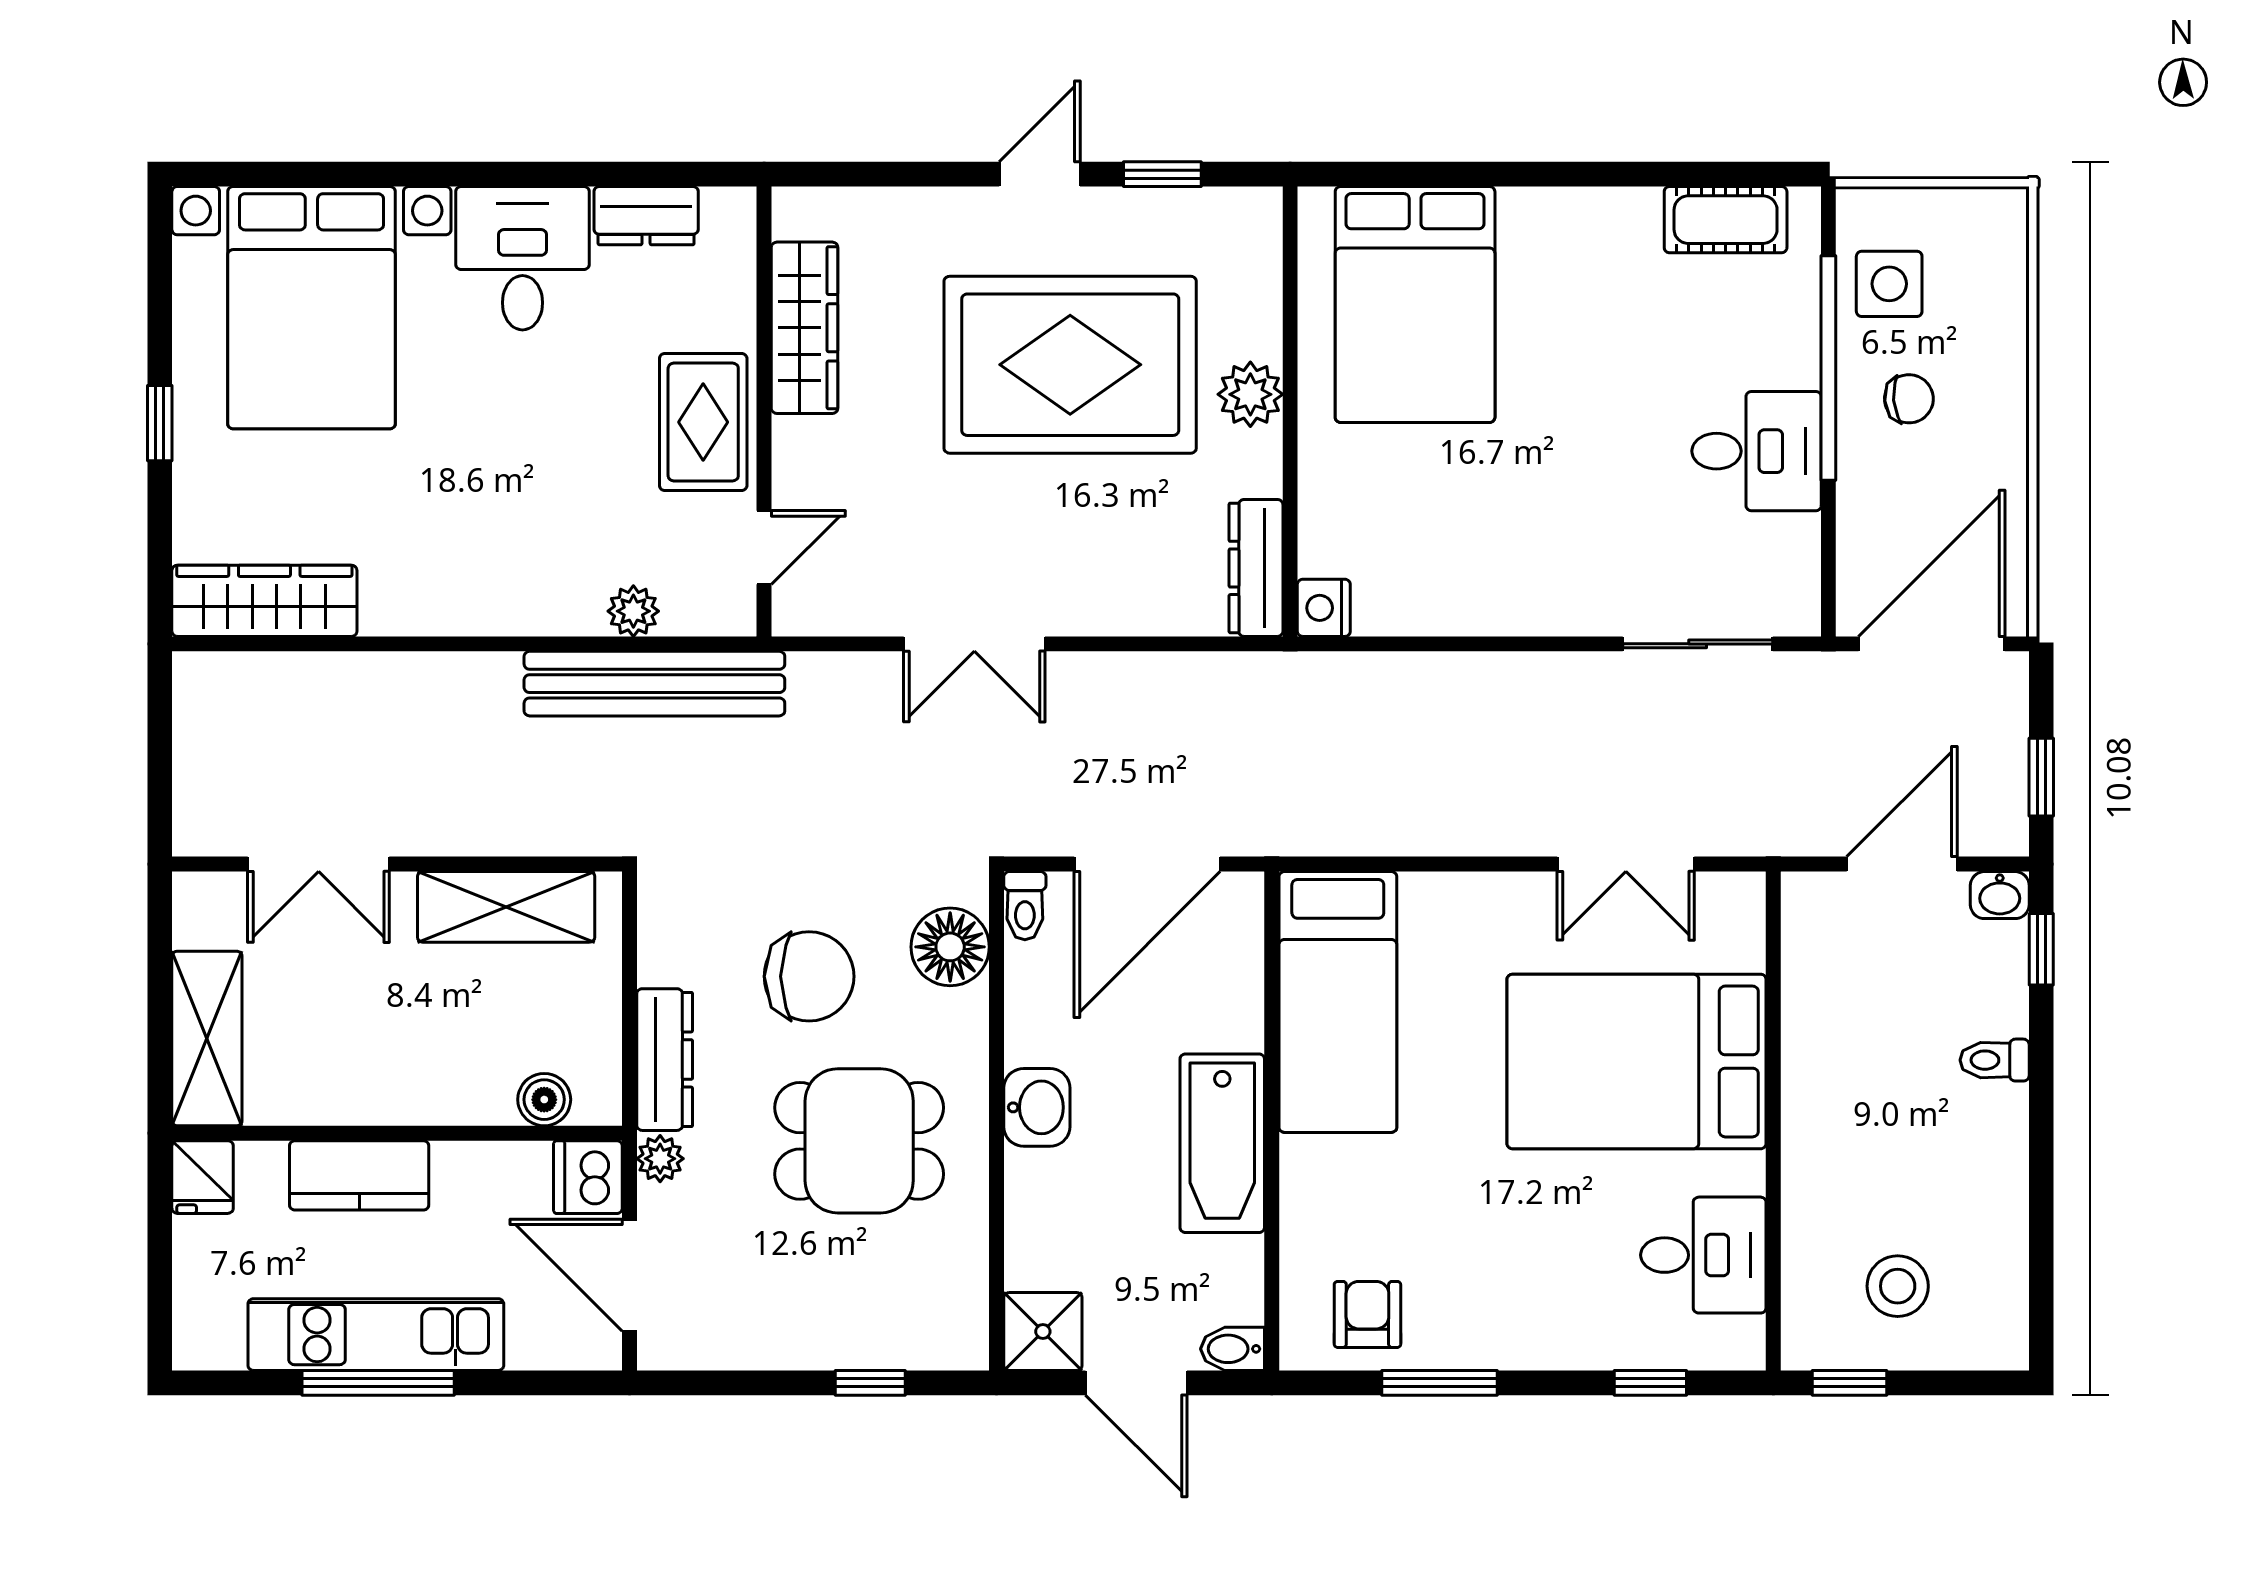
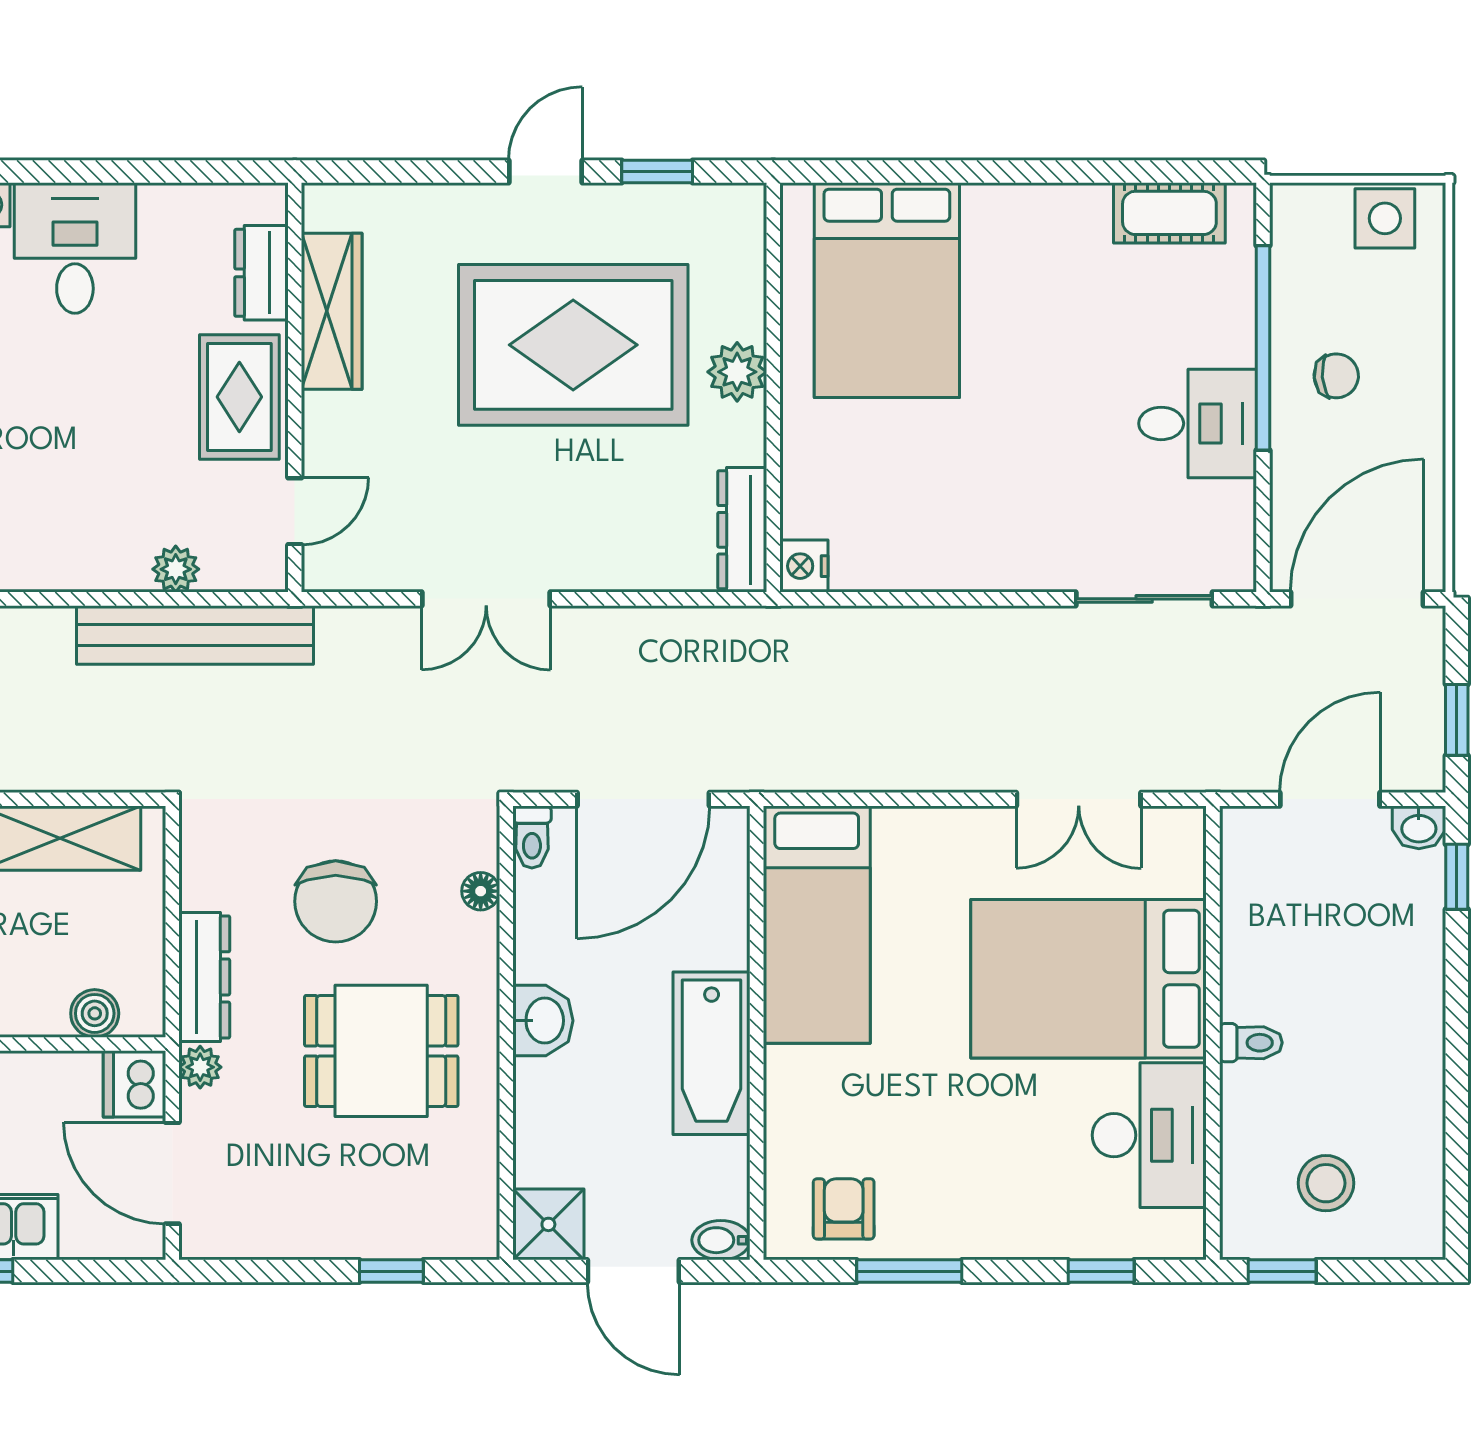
dresser: (646, 216) -> (261, 273), moved, turned 90
side table: (1889, 284) -> (1385, 218), moved
floor lamp: (950, 947) -> (481, 891), width x0.53, depth x0.53
chair: (809, 976) -> (336, 901), turned 90
toilet: (1995, 1060) -> (1251, 1043), moved, turned 180
desk: (1703, 1255) -> (1149, 1135), width x1.37

